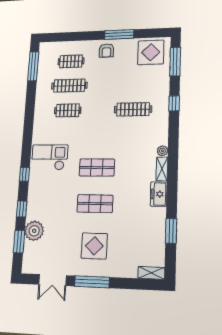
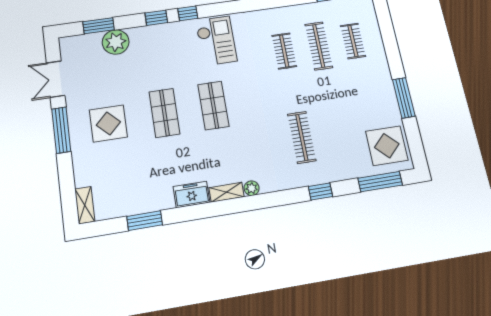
armchair: (106, 51) -> (378, 85), removed
window: (22, 209) -> (156, 18), moved

